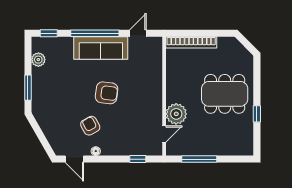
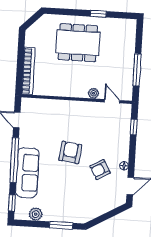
sofa: (101, 48) -> (27, 173), moved
dining table: (225, 94) -> (78, 43), turned 90
plant: (176, 114) -> (94, 93), width x0.53, depth x0.53

